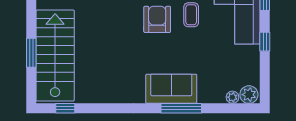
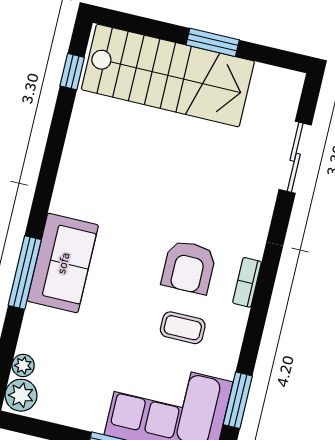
armchair: (157, 19) -> (189, 267), turned 90
window: (31, 53) -> (213, 42), moved

